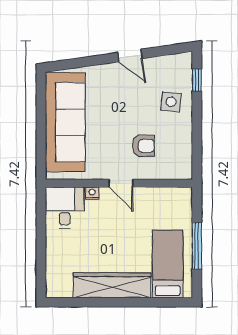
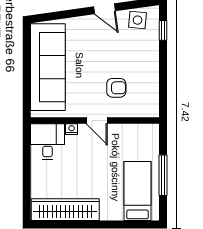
side table: (171, 102) -> (137, 20), moved
wardrobe: (112, 285) -> (65, 210), moved

